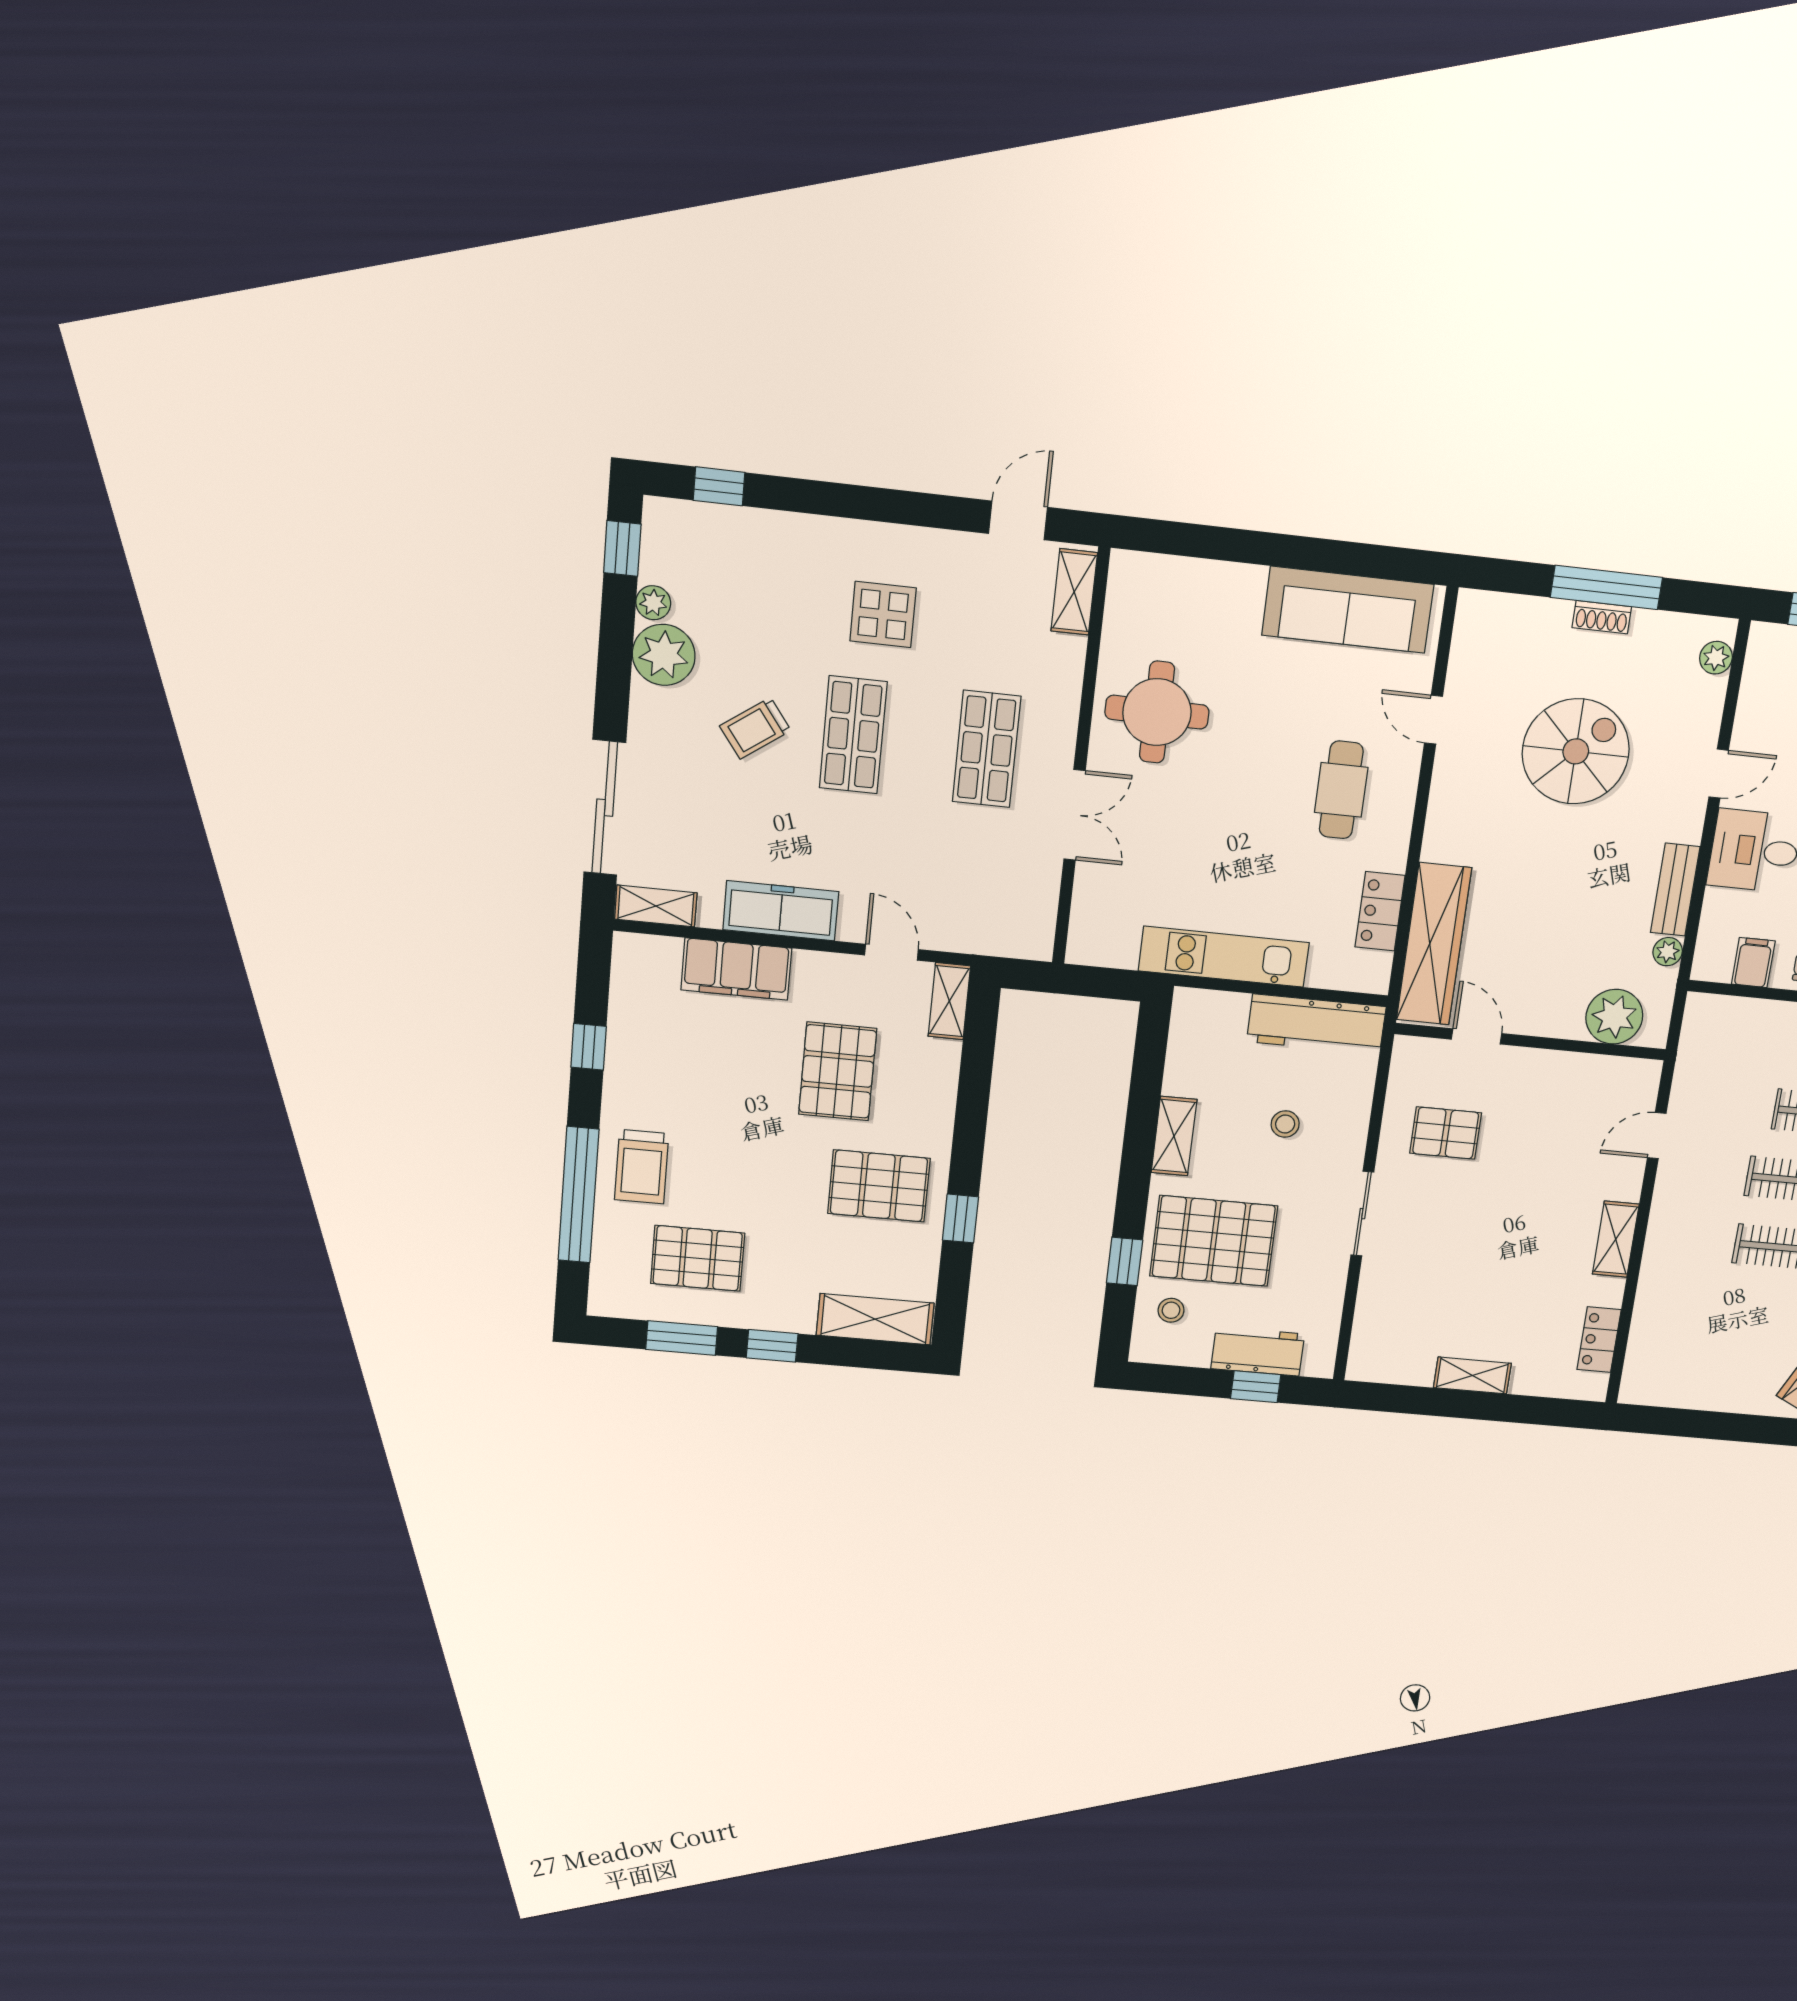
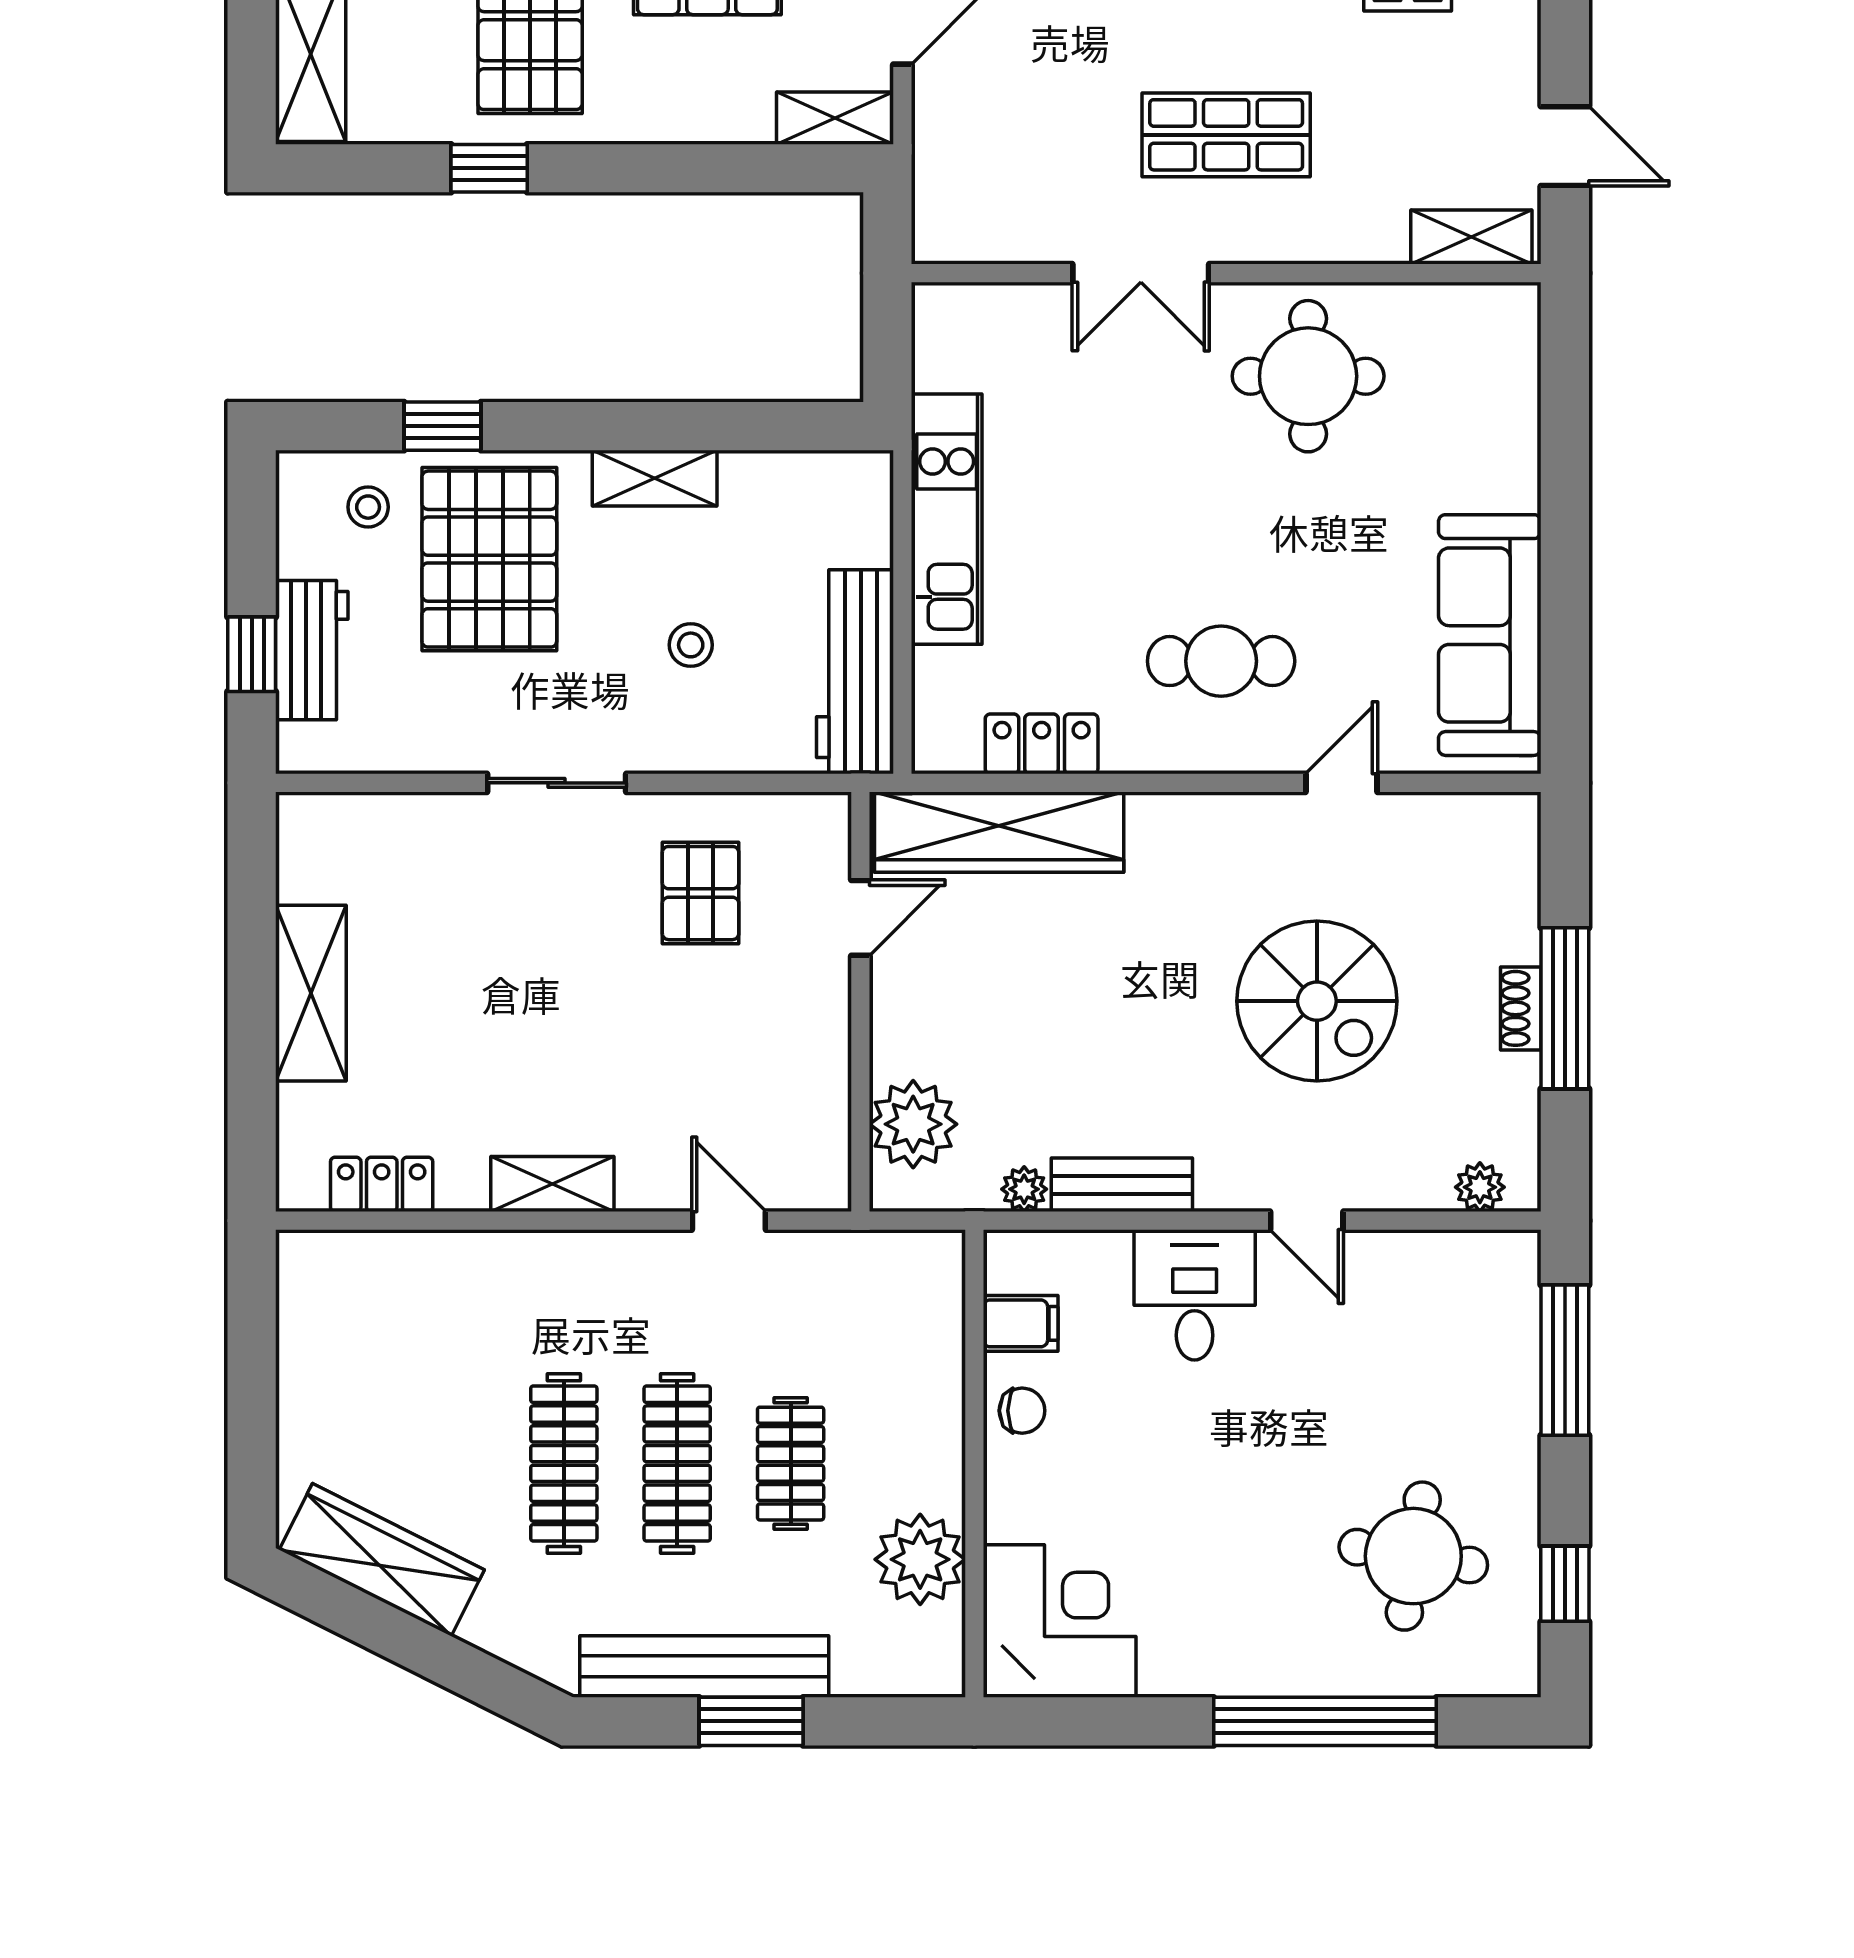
shelving: (1472, 1375) -> (311, 993), width x1.50, depth x1.33

